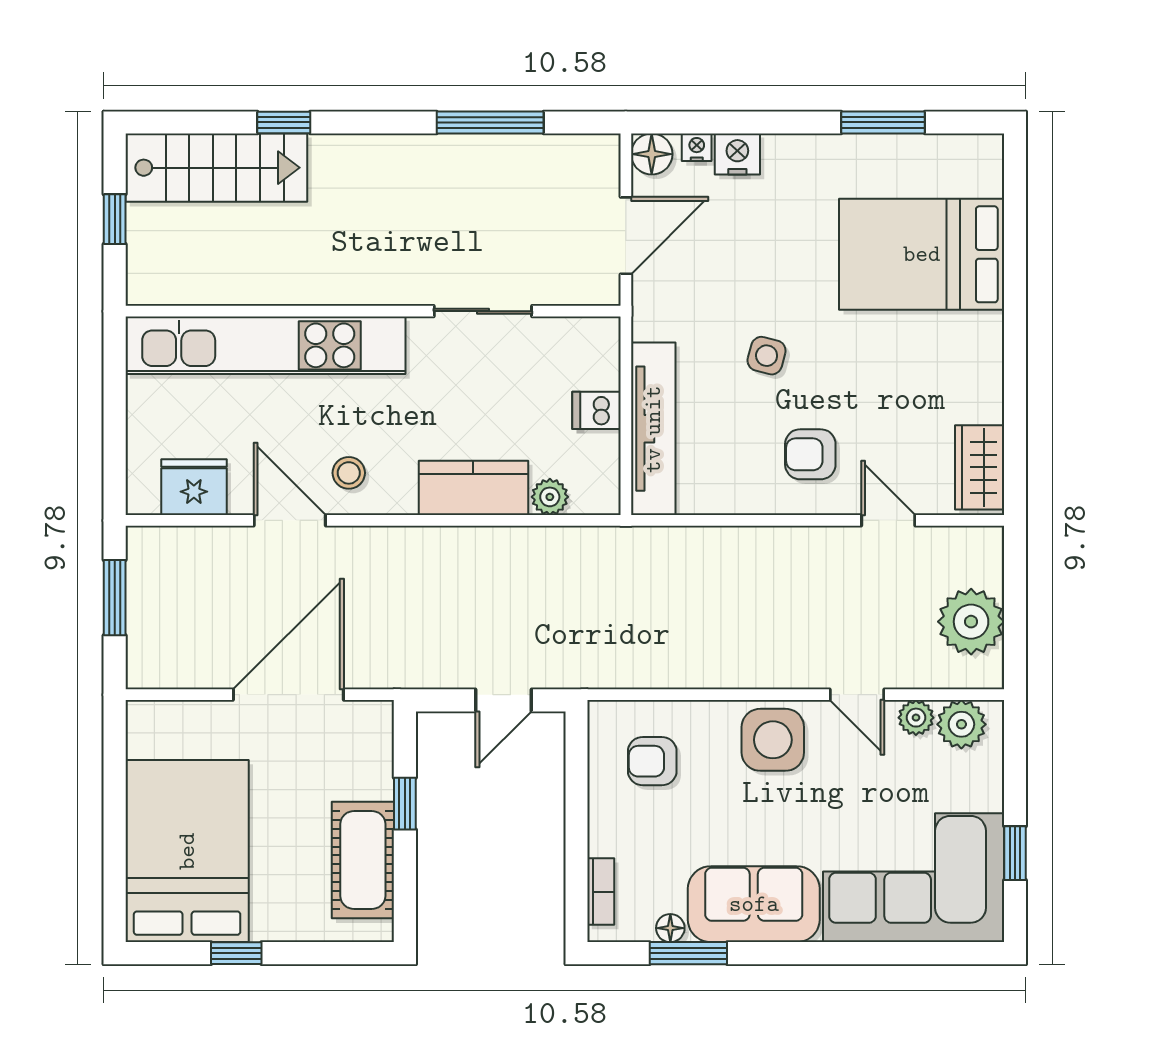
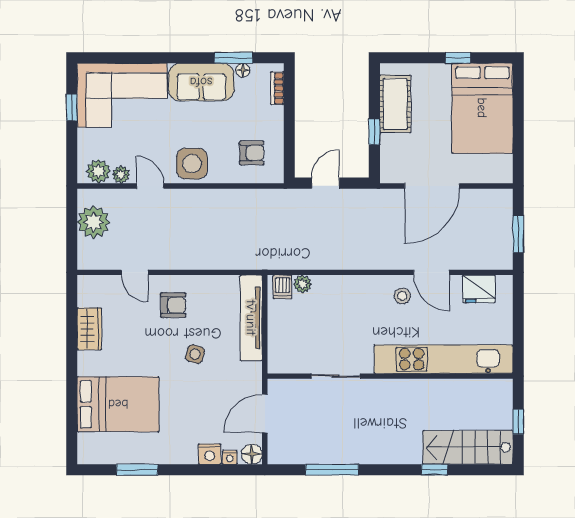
dishwasher: (596, 410) -> (282, 287), moved, turned 90
wardrobe: (980, 467) -> (89, 329), moved
kitchen counter: (473, 488) -> (340, 288), removed

